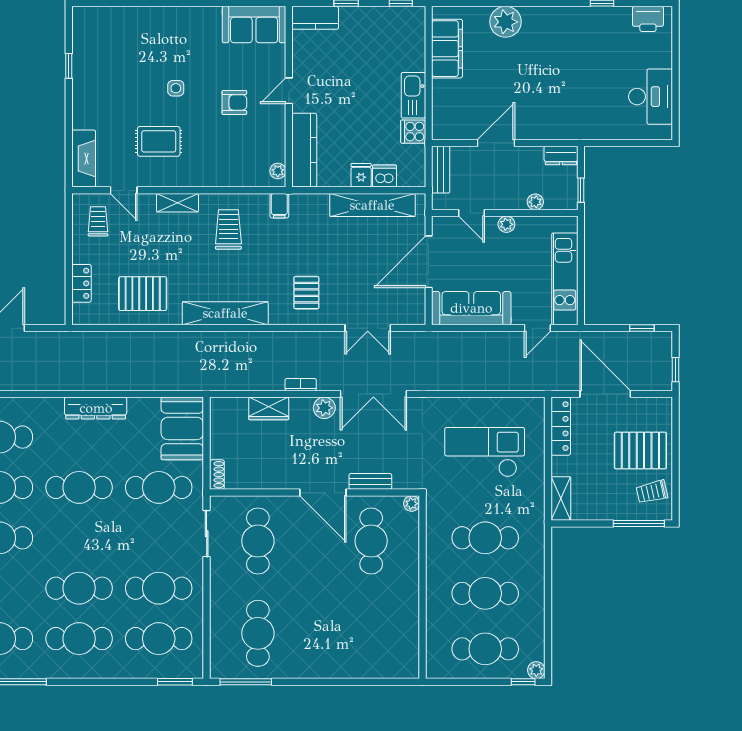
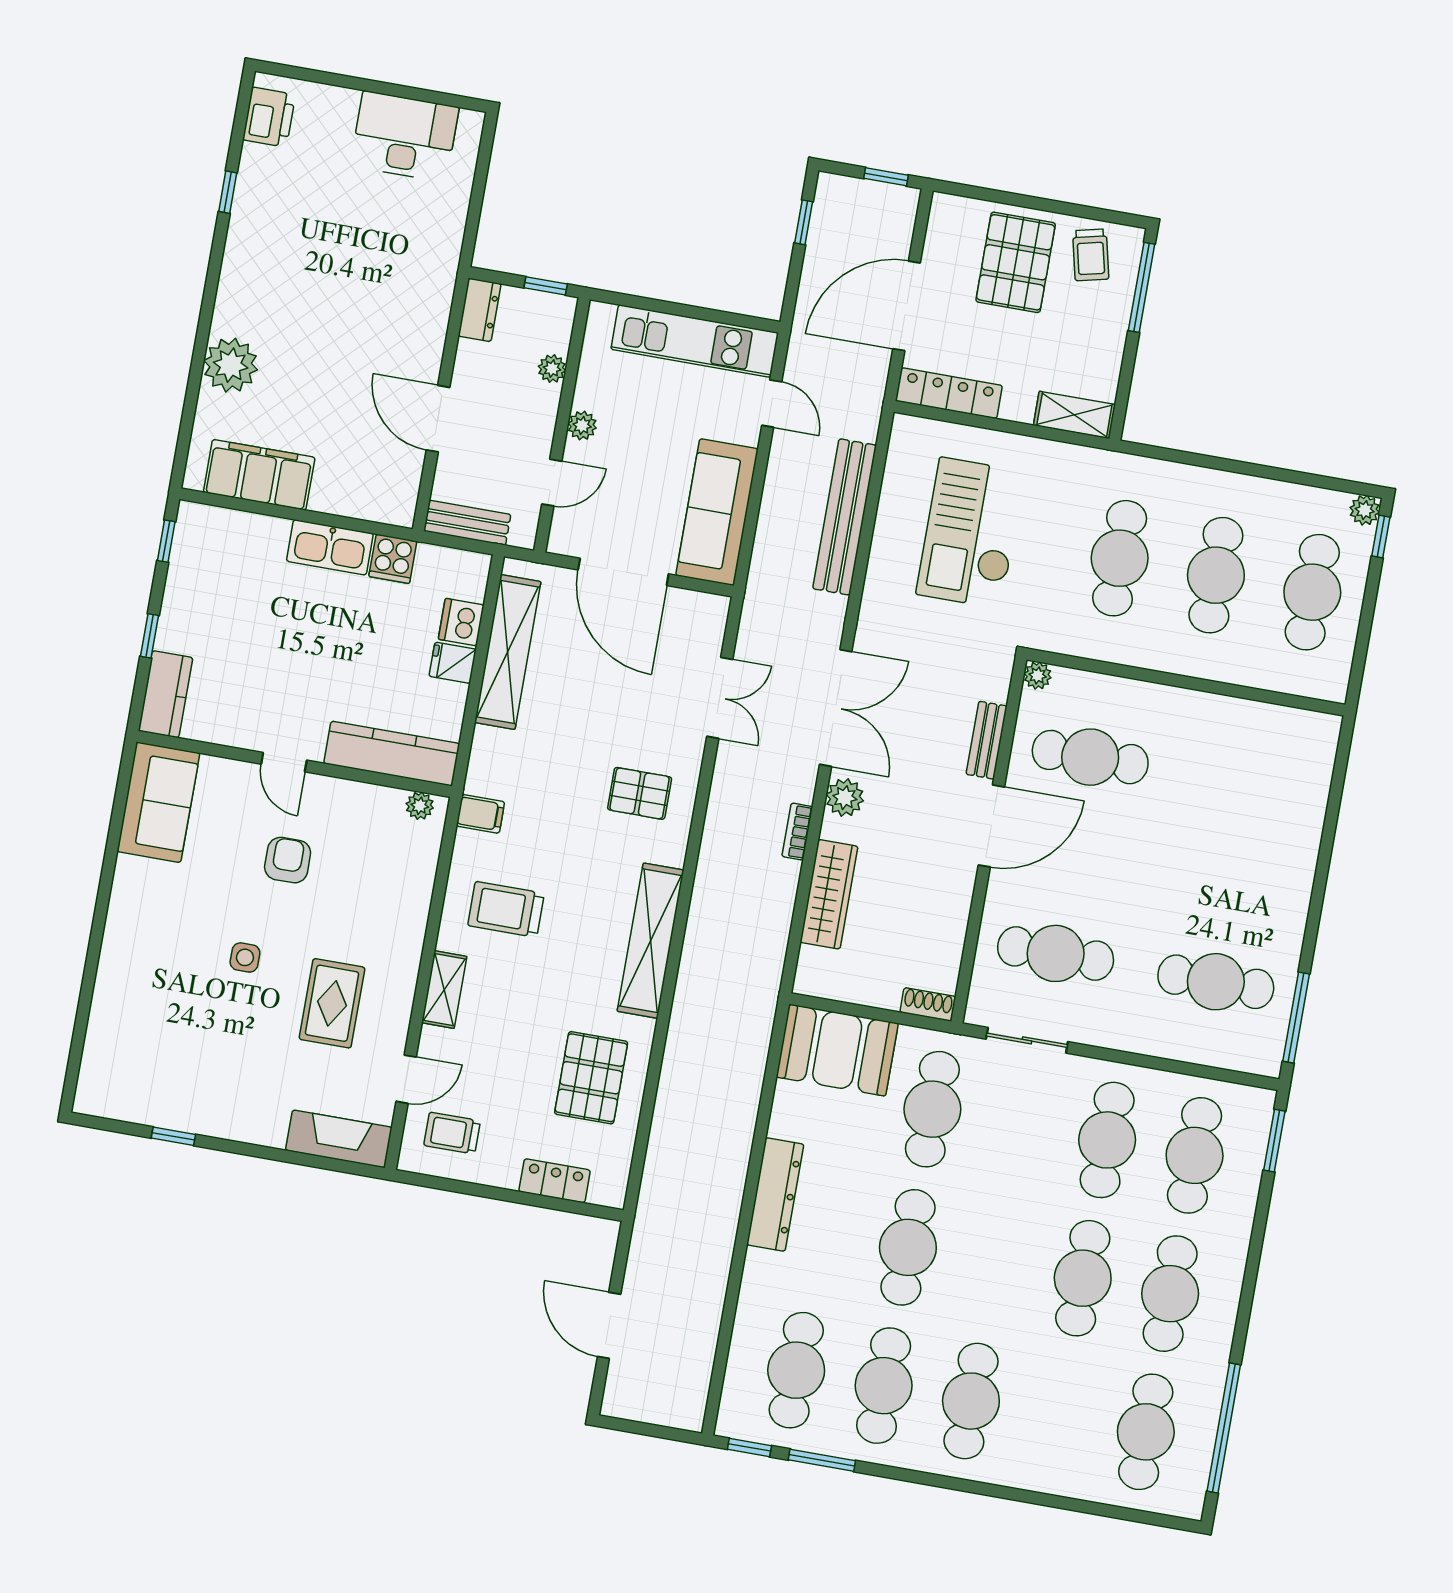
bench: (481, 380) -> (845, 517), added
wardrobe: (269, 408) -> (829, 894), width x1.50

